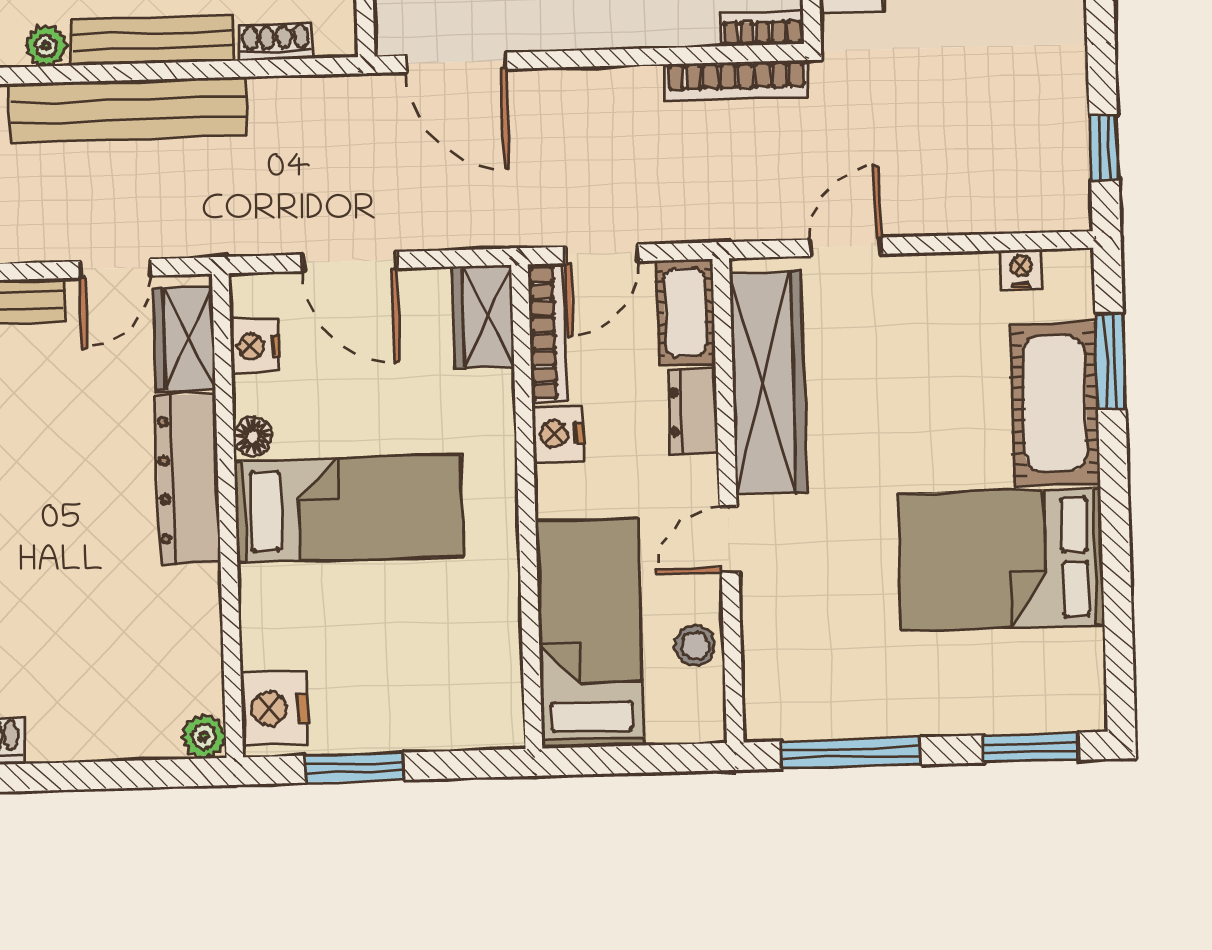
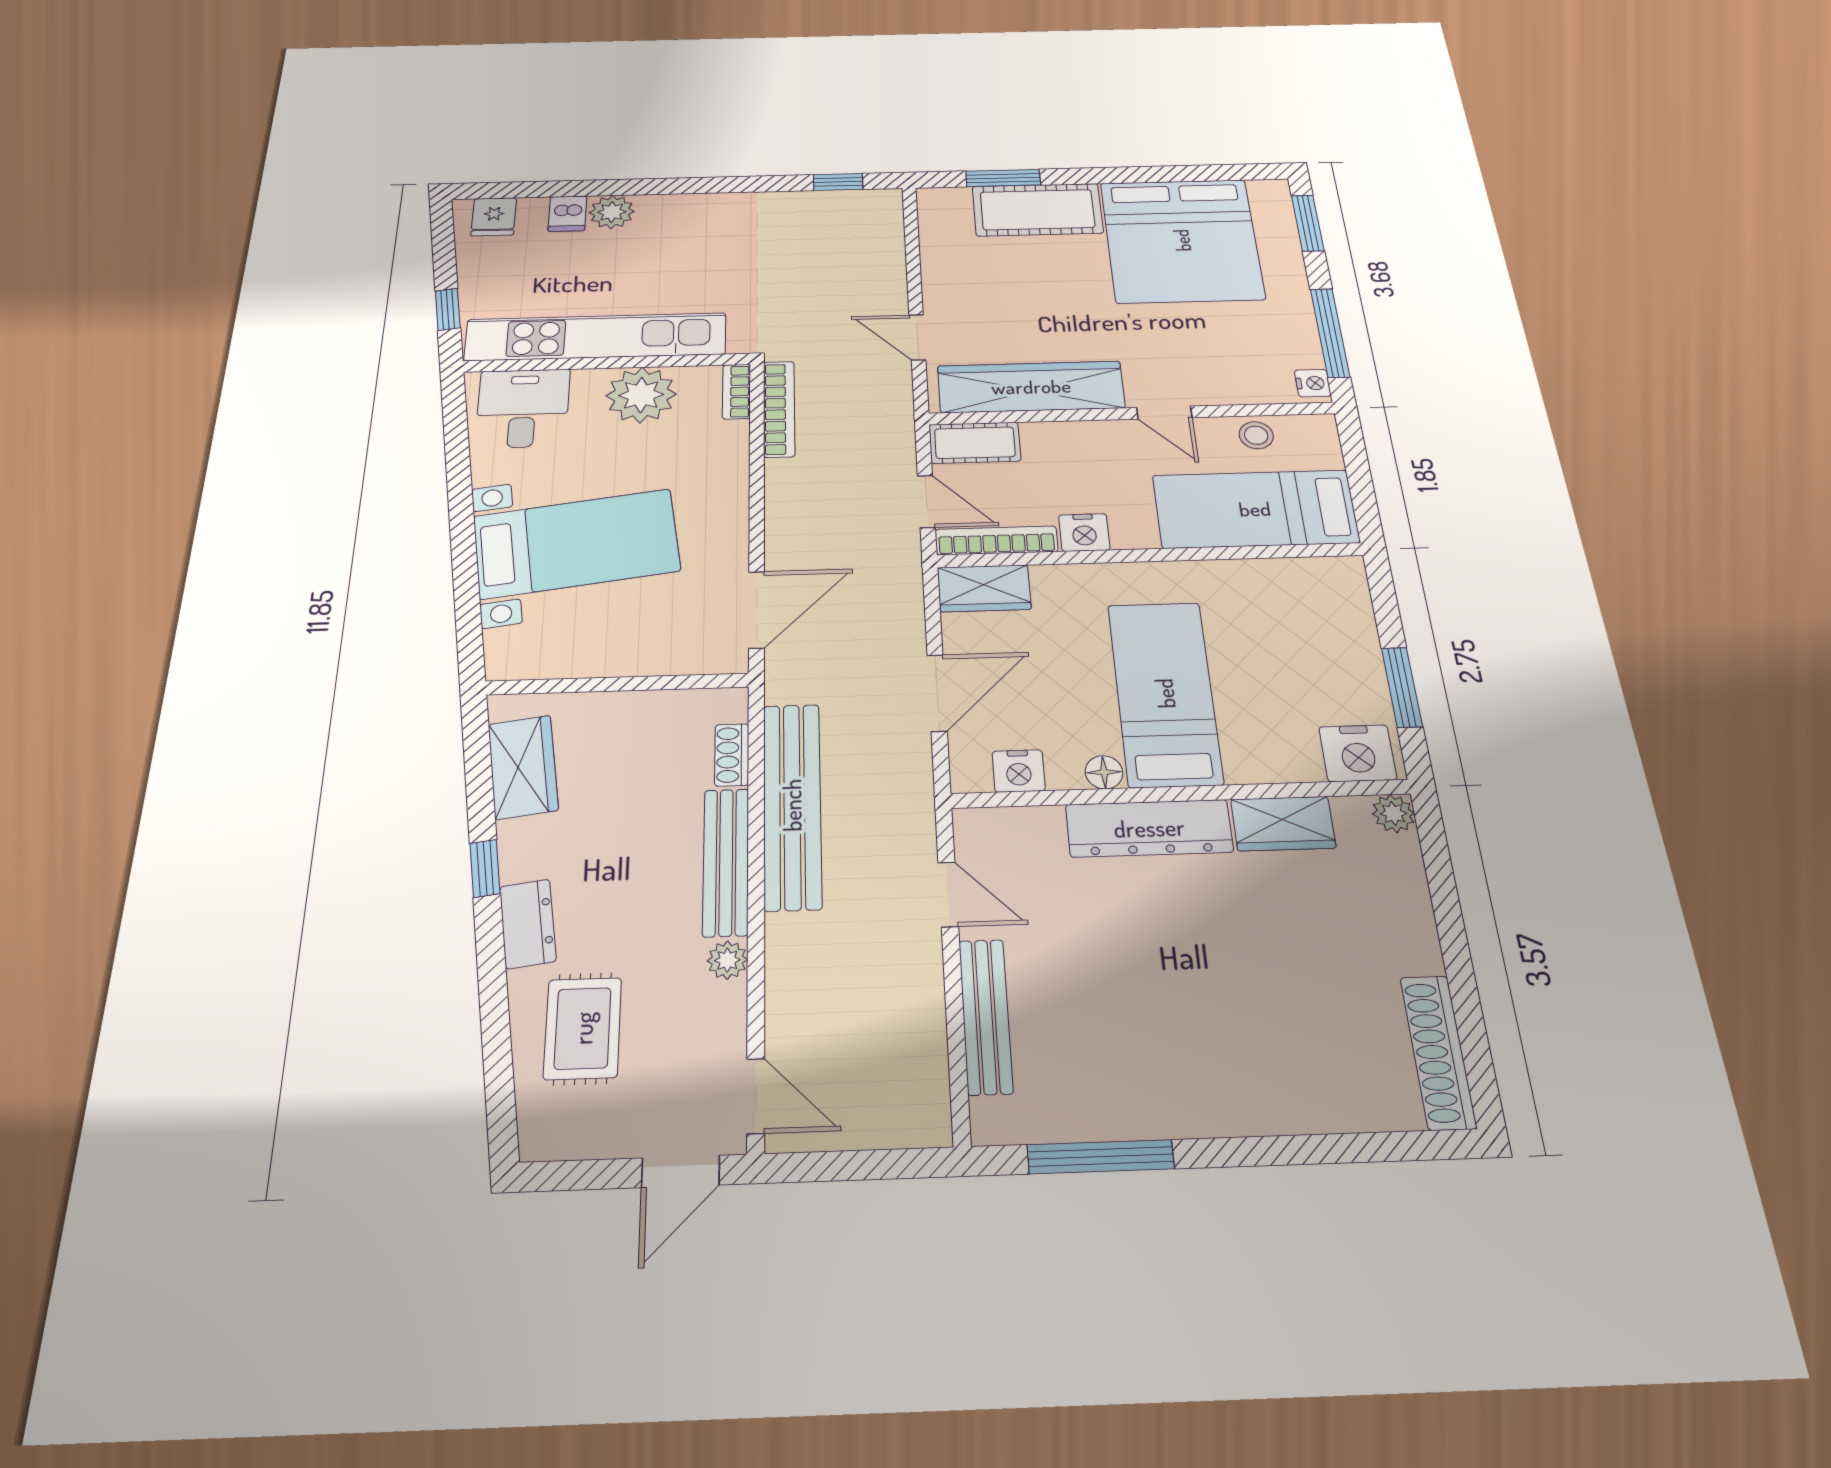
bench: (129, 110) -> (792, 805), moved
nightstand: (1021, 269) -> (1313, 383), moved, turned 180
wardrobe: (184, 339) -> (1283, 824), moved
dresser: (693, 412) -> (1059, 437), removed
bed: (1001, 559) -> (1182, 240), width x1.36

